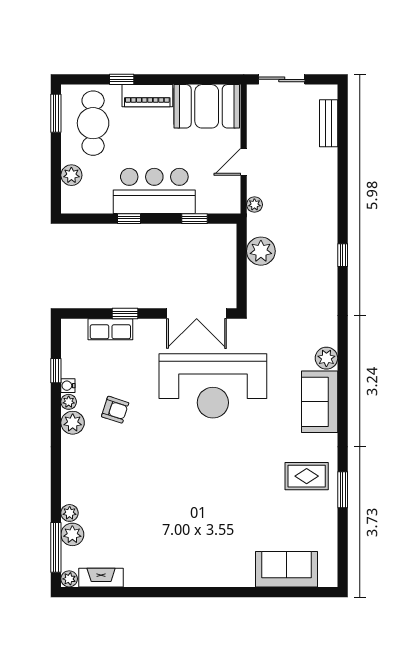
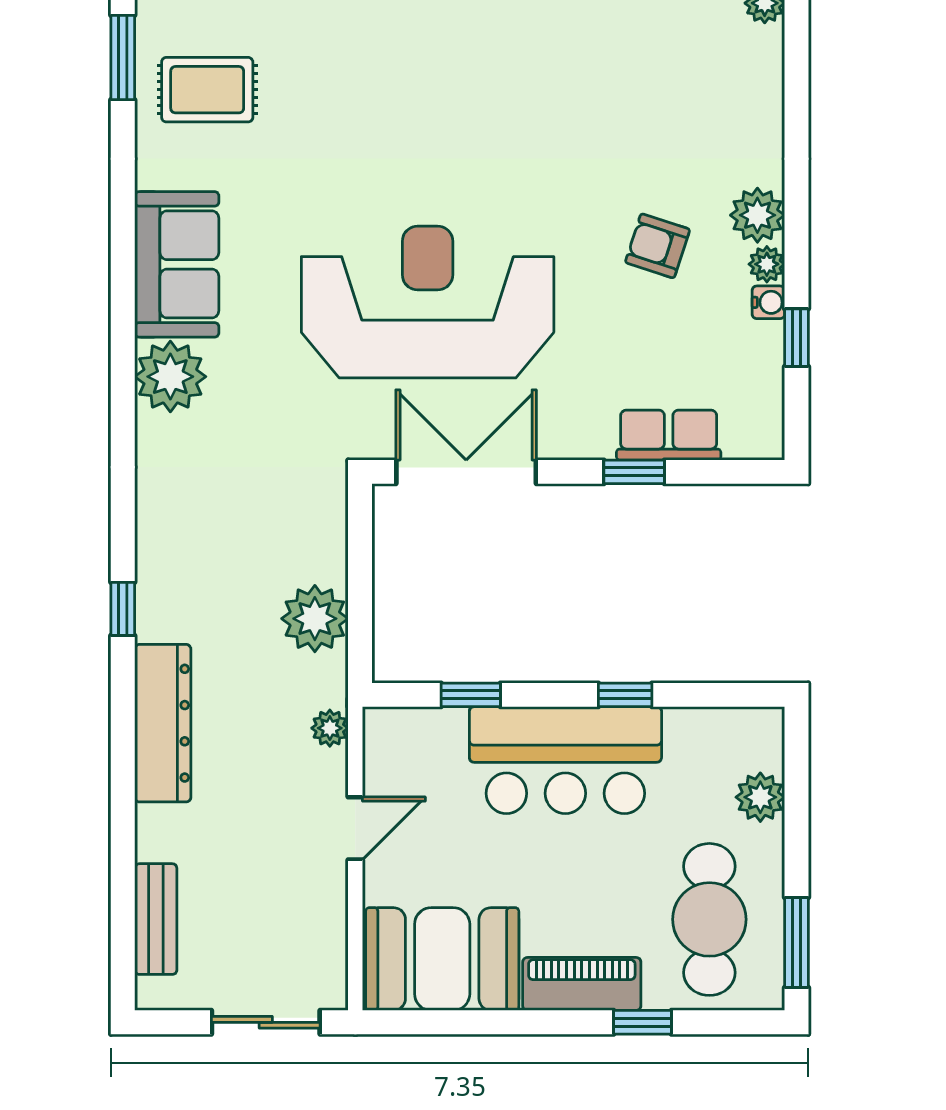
dresser: (326, 207) -> (163, 723), added
plant: (326, 358) -> (170, 377), width x1.36, depth x1.36

